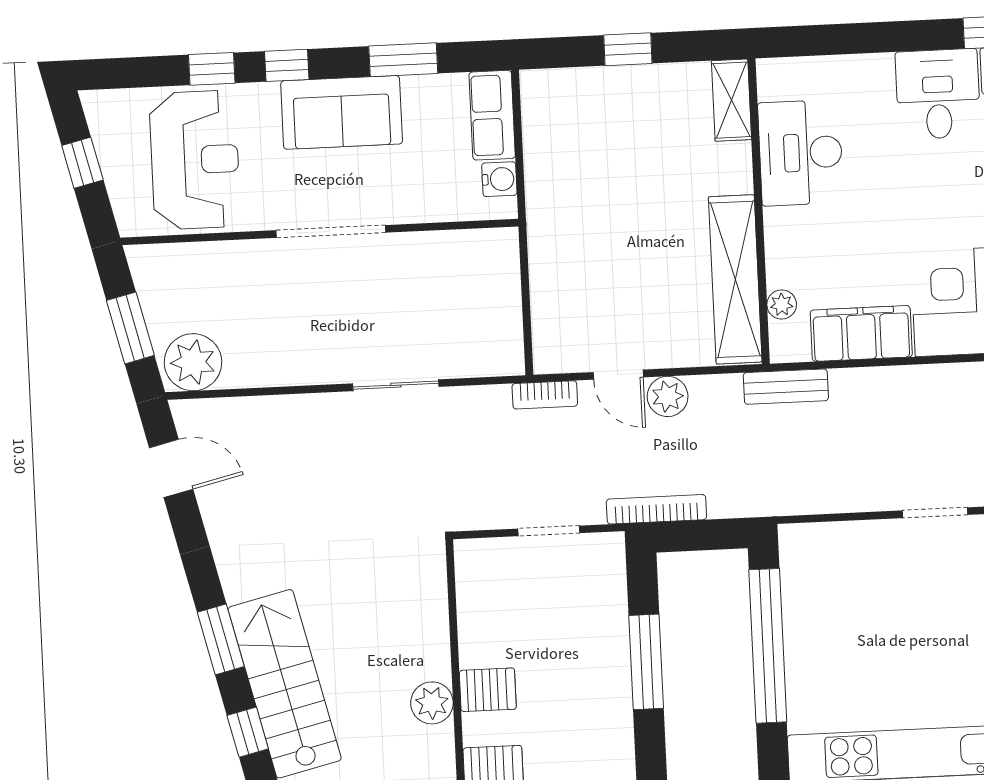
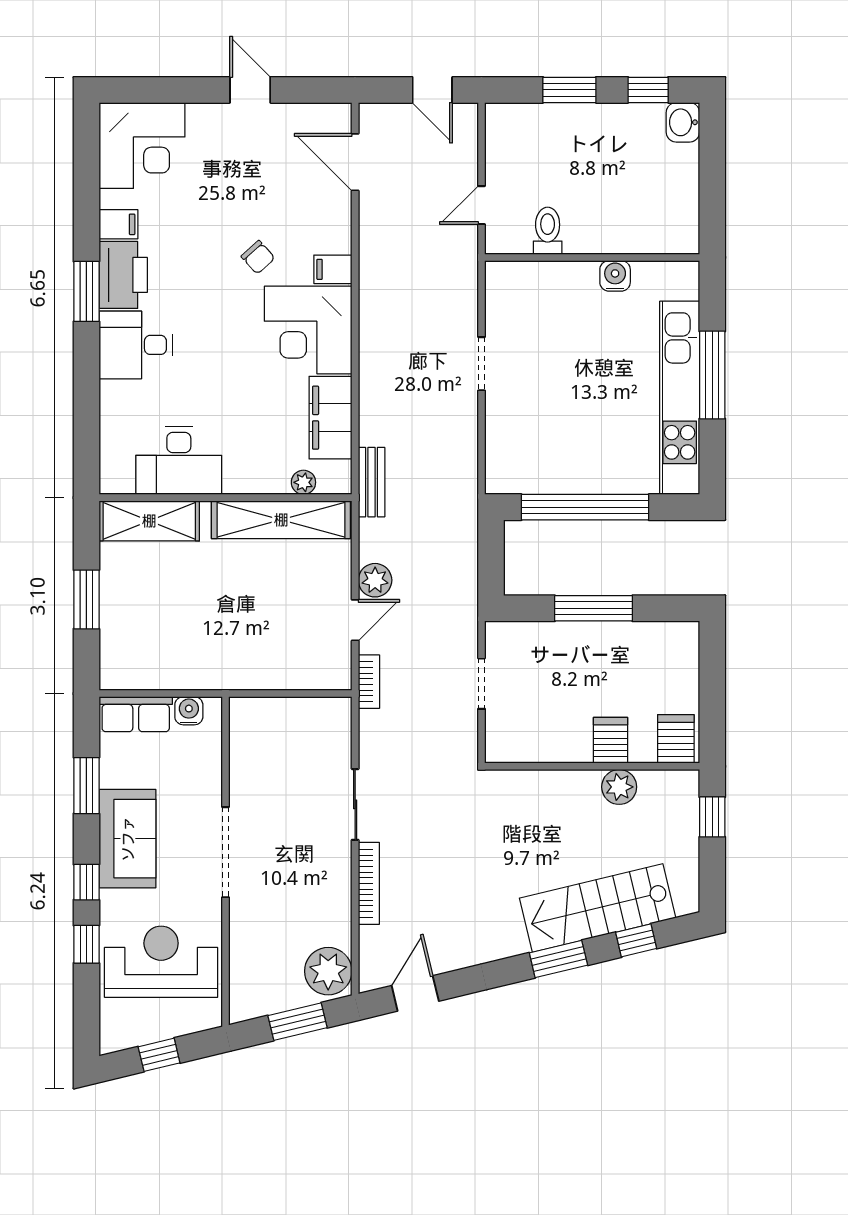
window: (628, 49) -> (86, 599), width x1.50
shelving: (731, 100) -> (149, 521), width x1.50, depth x1.33
bookcase: (656, 509) -> (369, 883), moved, turned 180

